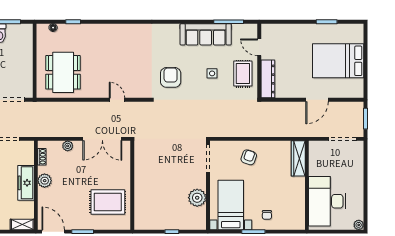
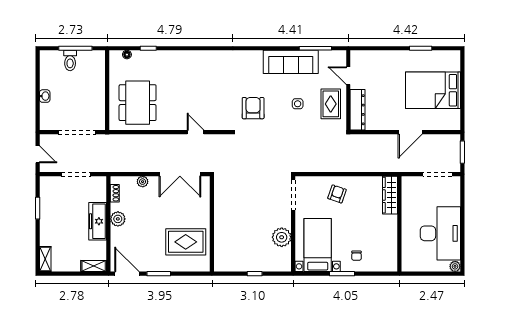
desk: (327, 201) -> (440, 233), moved, turned 180

